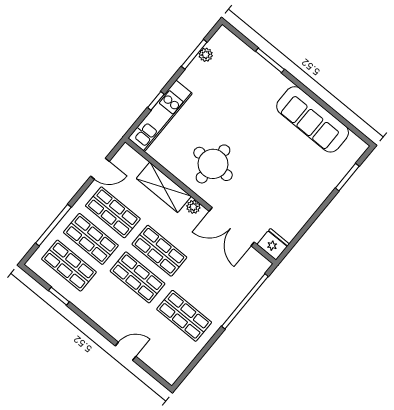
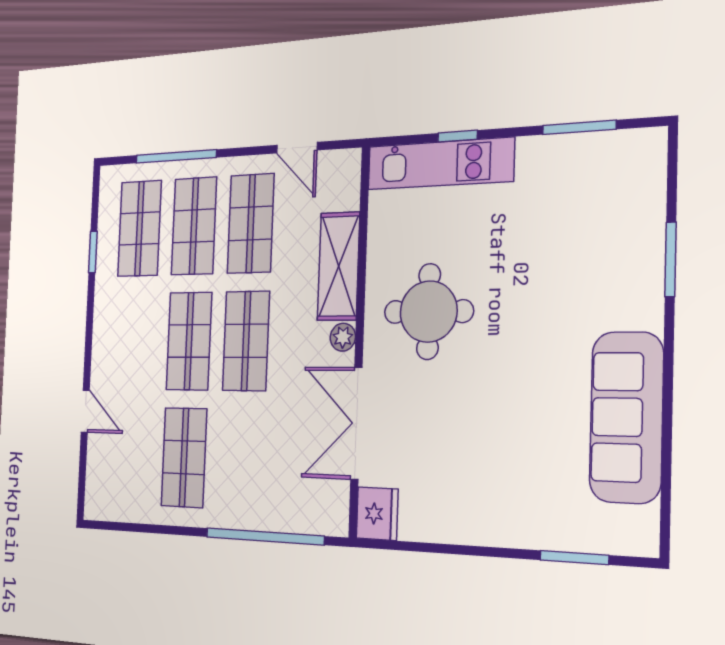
plant: (206, 55) -> (593, 146), removed

